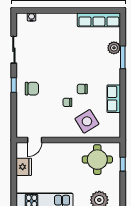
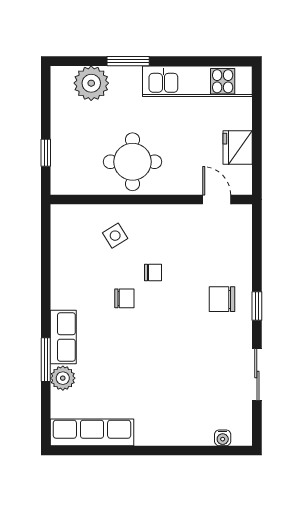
row of seats: (114, 99) -> (63, 337), moved
side table: (87, 121) -> (115, 236), width x0.54, depth x0.54
door: (35, 140) -> (217, 200), hinge flipped
round table: (97, 160) -> (132, 162), moved

